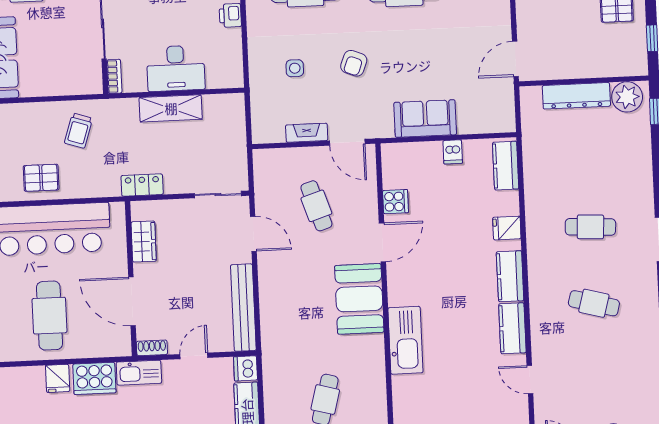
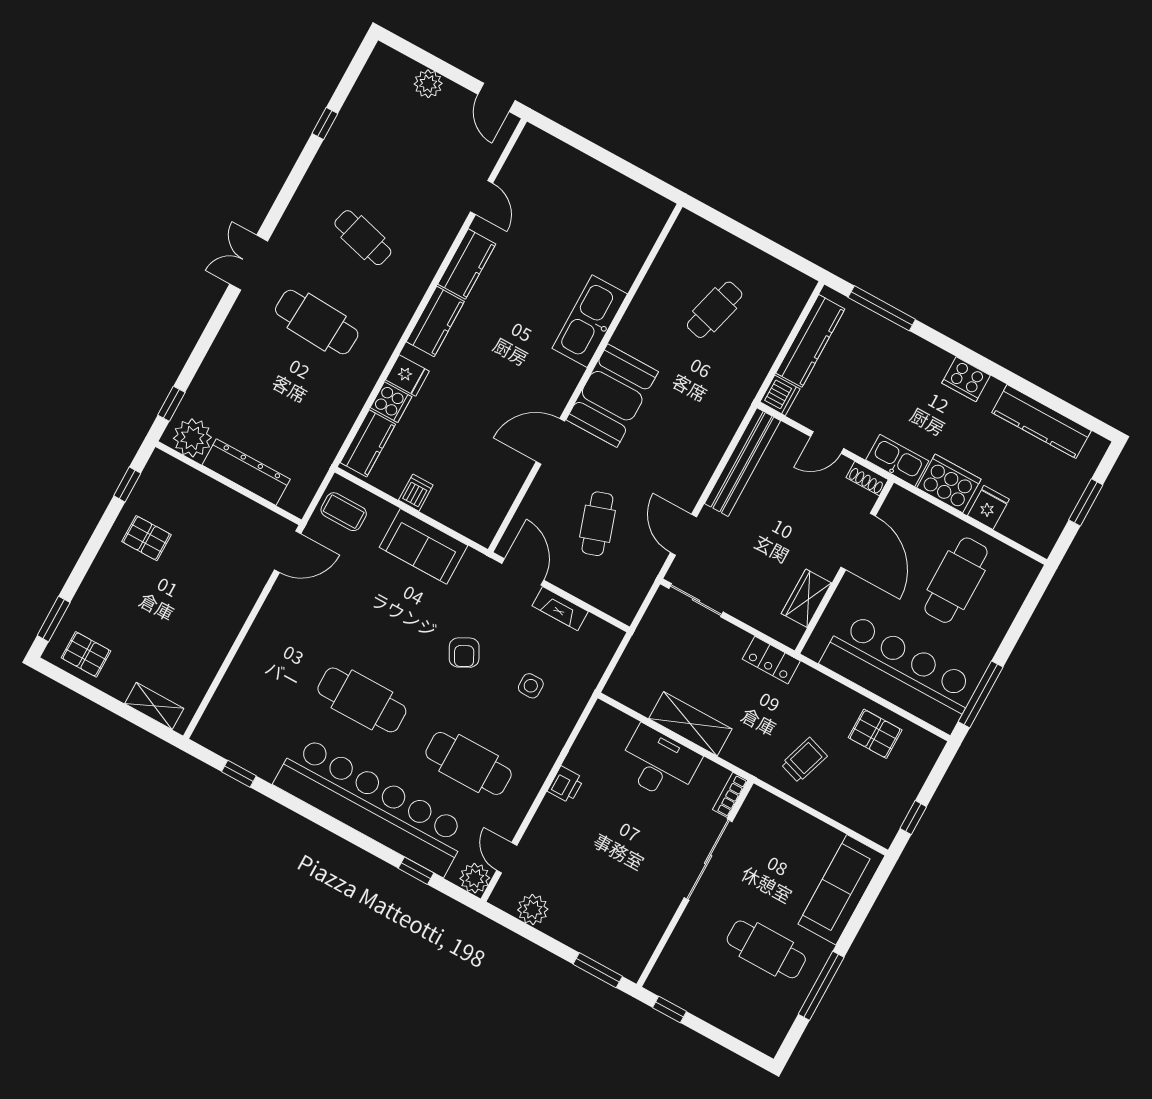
armchair: (354, 63) -> (464, 653), turned 131
coffee table: (494, 109) -> (344, 512), added
cooker: (396, 202) -> (391, 402), moved, turned 180
cafe table: (590, 227) -> (317, 322), width x1.37, depth x1.35

